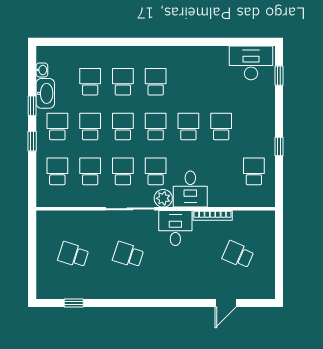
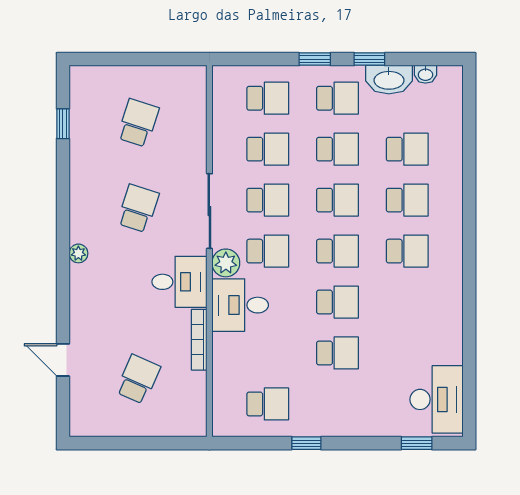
plant: (157, 293) -> (78, 253), added

